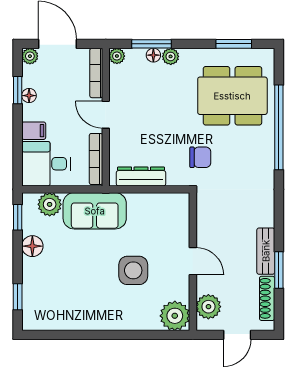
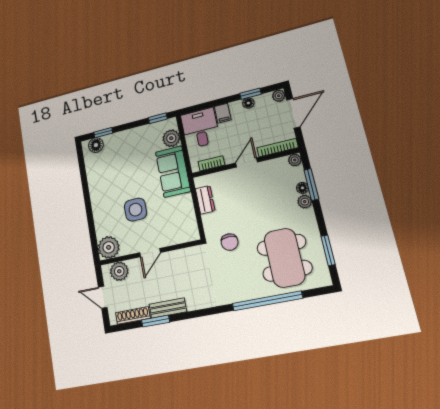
bookcase: (96, 159) -> (211, 163), width x0.64
dresser: (141, 177) -> (205, 200), width x0.70
floor lamp: (32, 246) -> (96, 145), moved

